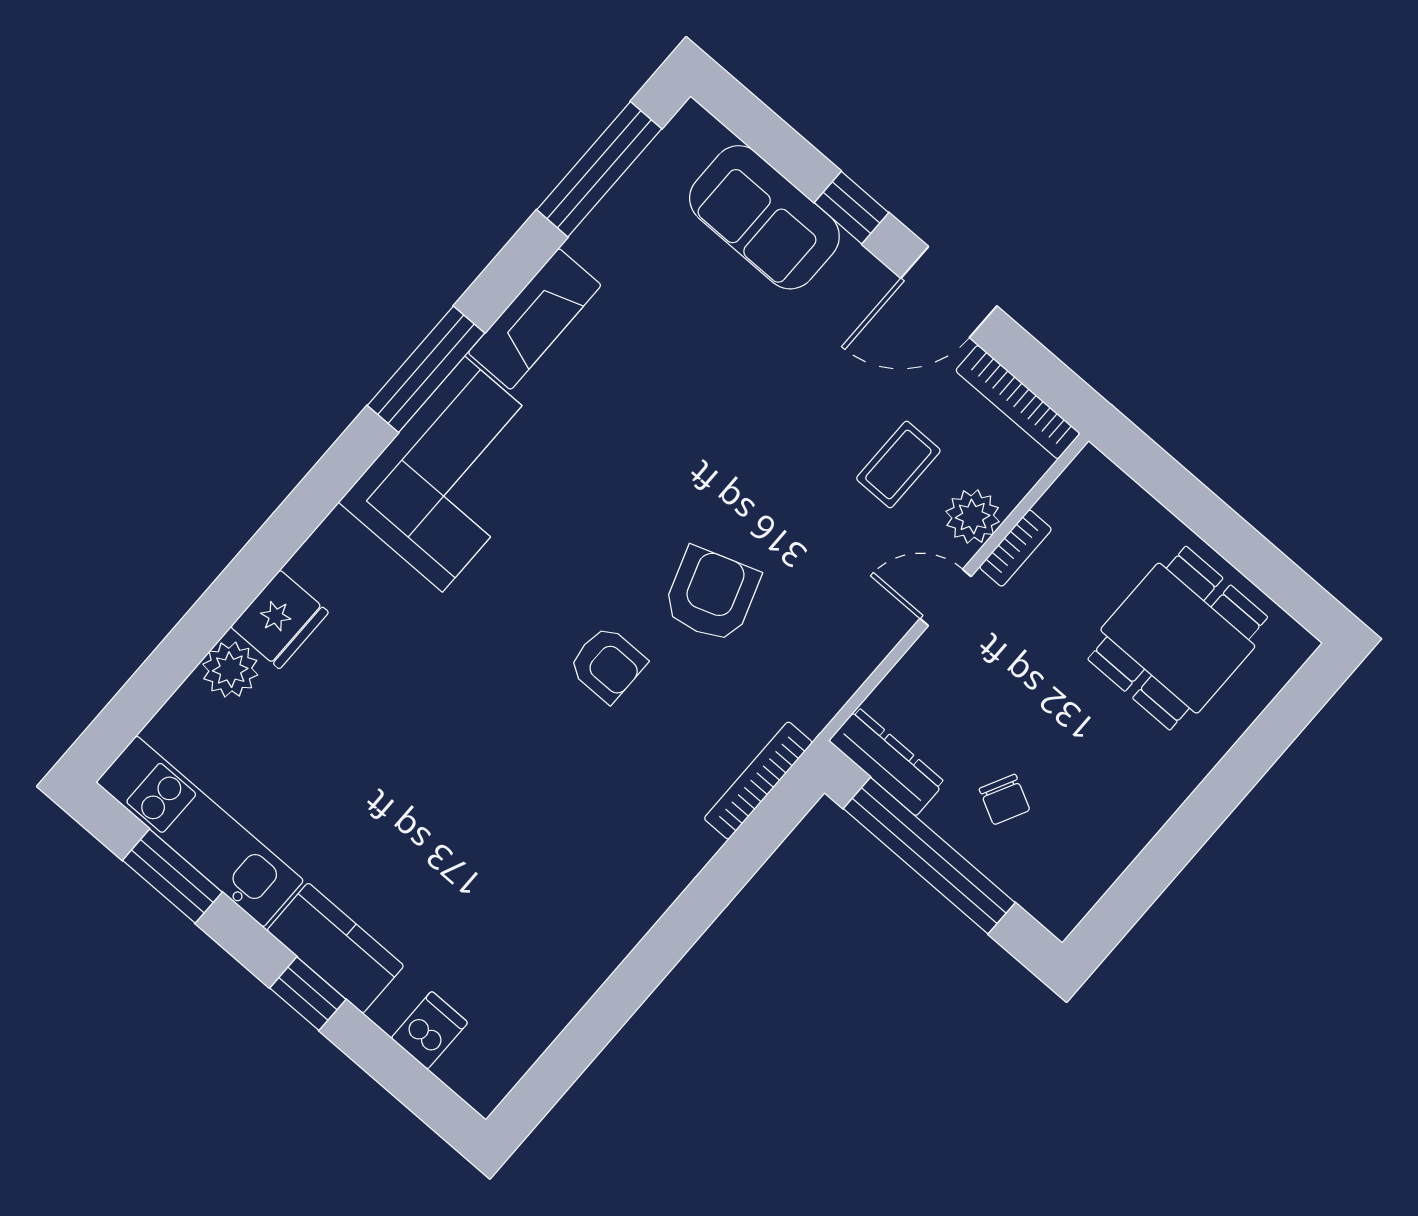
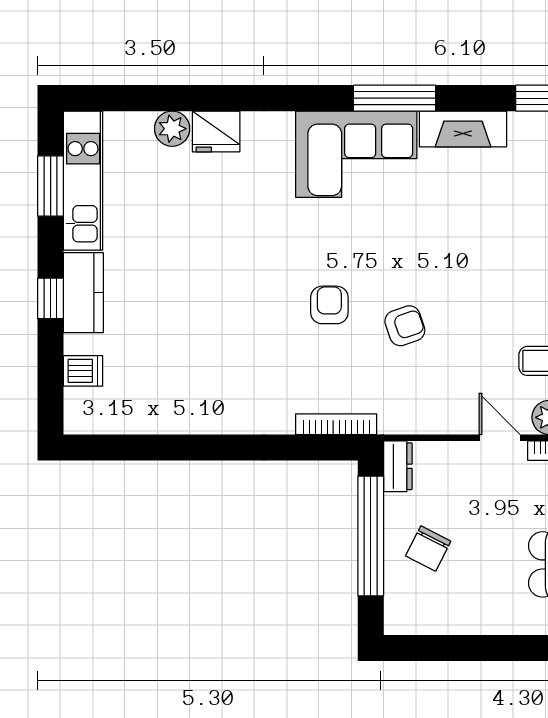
armchair: (711, 595) -> (405, 326), width x0.72, depth x0.72
armchair: (607, 664) -> (329, 305), turned 180
dresser: (887, 762) -> (398, 466), width x0.70
chair: (1004, 799) -> (428, 549), width x1.37, depth x1.37

